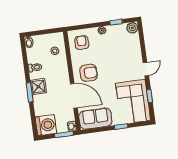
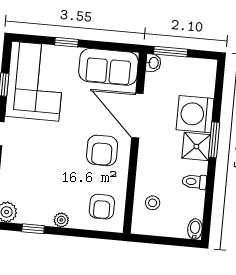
armchair: (89, 73) -> (102, 150), turned -90
washing machine: (46, 125) -> (195, 114), moved

